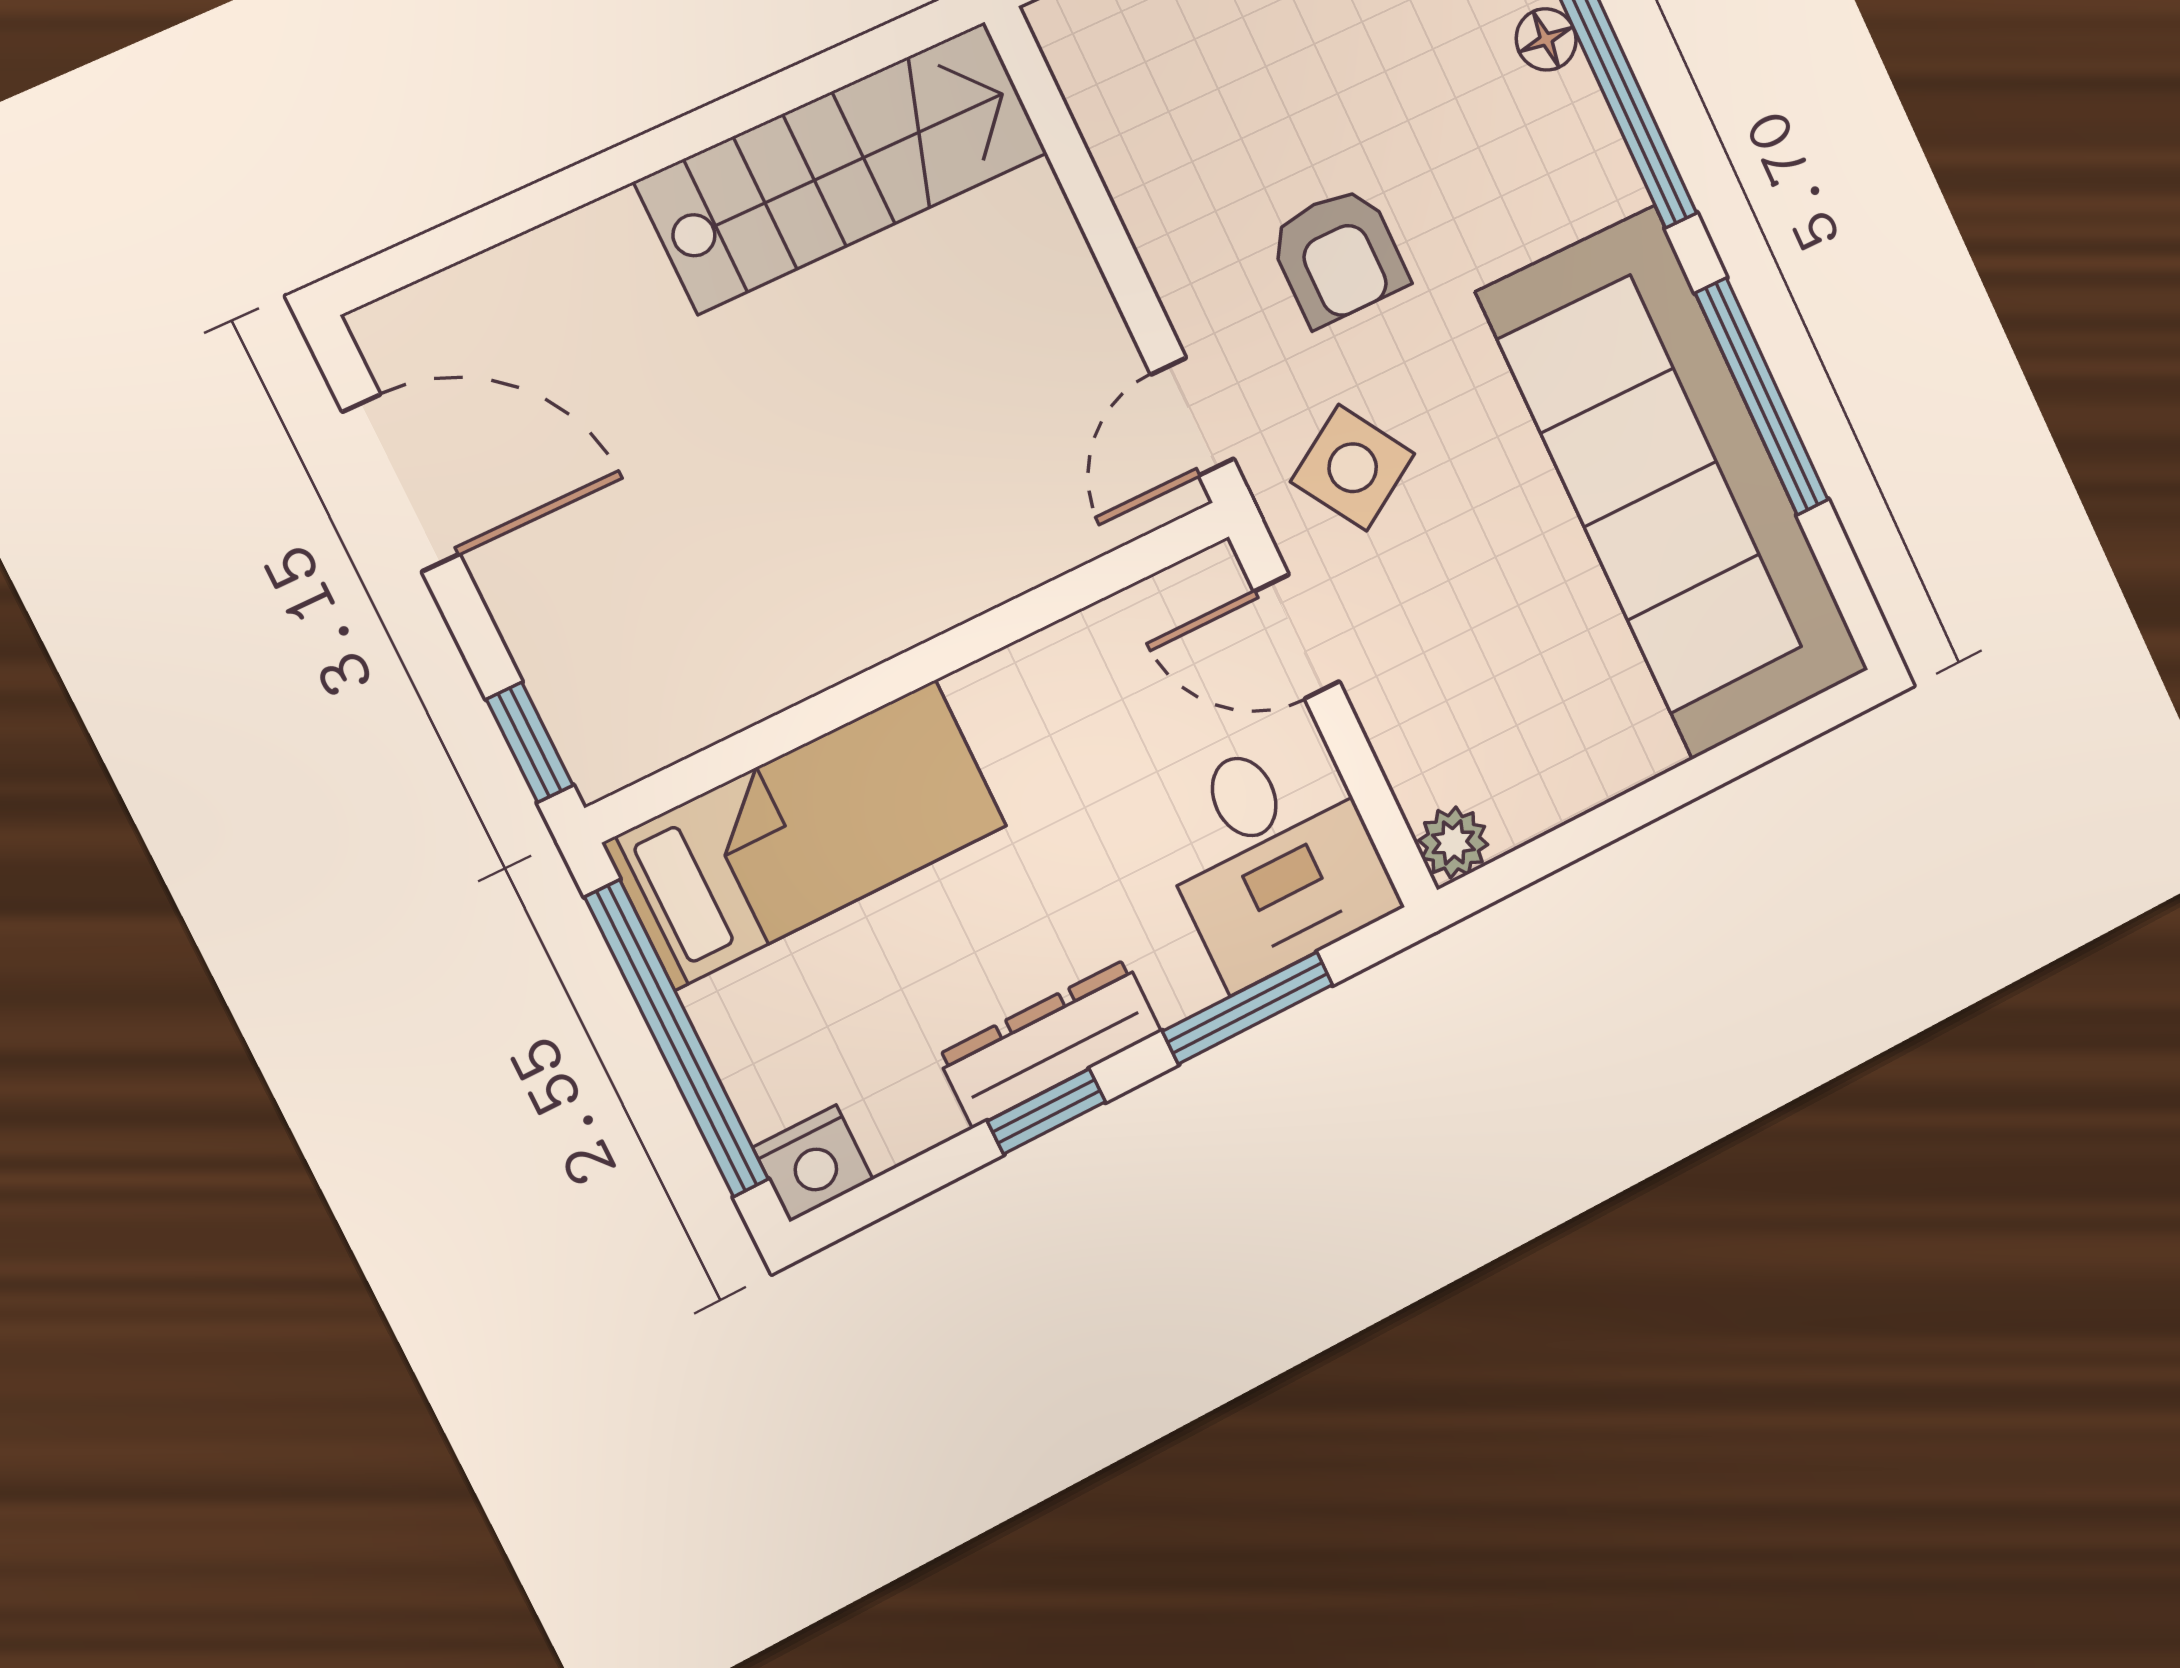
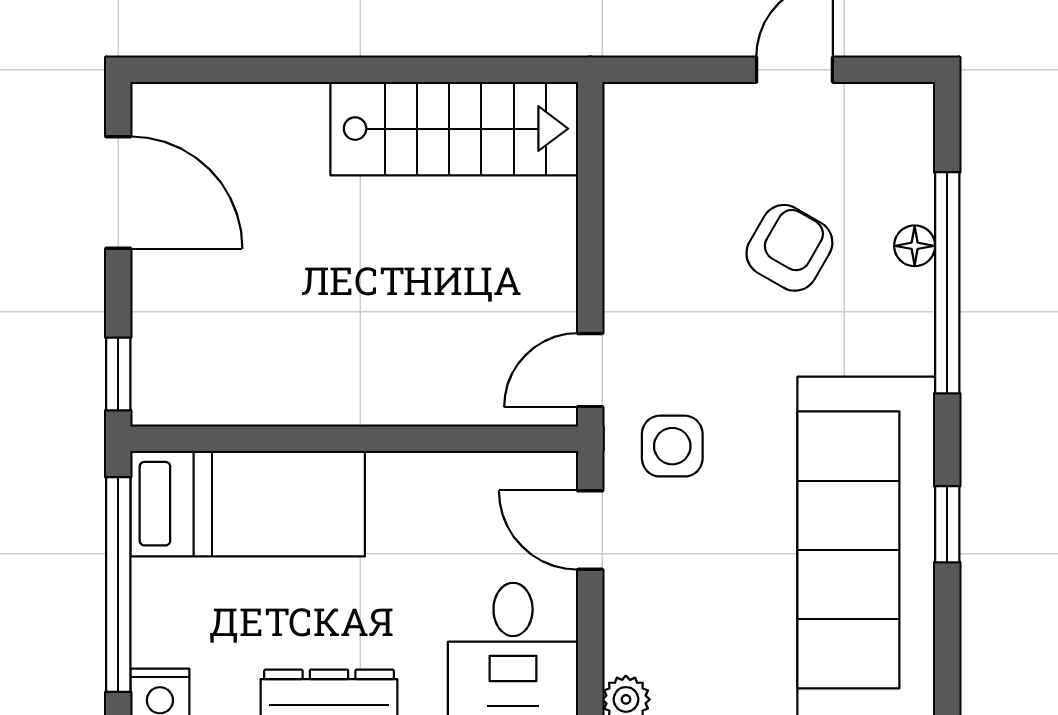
armchair: (1338, 256) -> (789, 248), moved, turned -150
window: (1762, 397) -> (947, 524), width x0.46
side table: (1353, 468) -> (672, 446), turned 32

